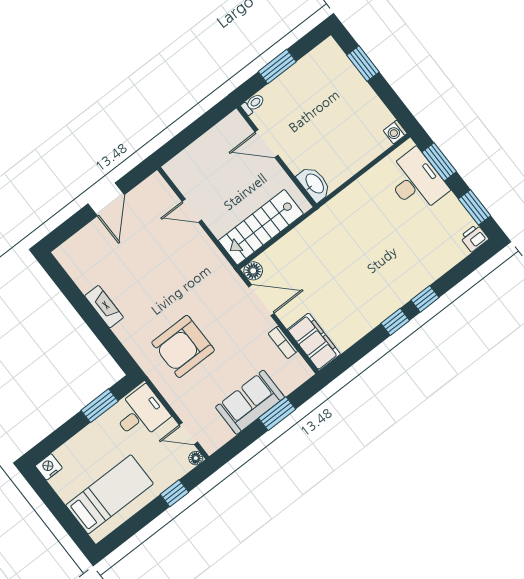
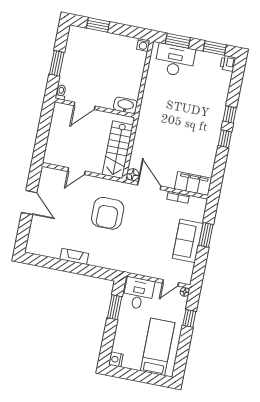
door: (261, 300) -> (149, 186), hinge flipped
armchair: (183, 346) -> (108, 213), moved

